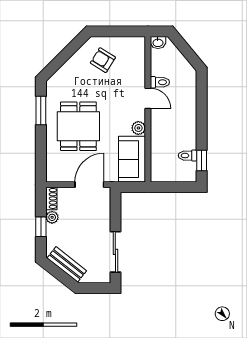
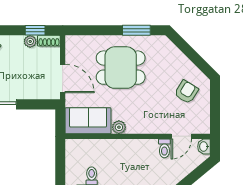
door: (148, 98) -> (181, 136), moved
window: (41, 227) -> (35, 30), moved

